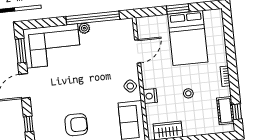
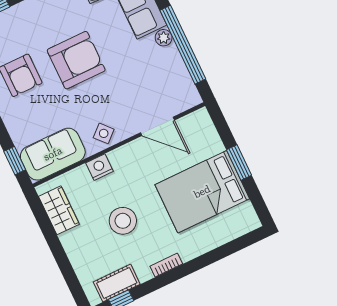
armchair: (79, 87) -> (76, 60), added
stool: (188, 93) -> (123, 221), width x1.89, depth x1.89

